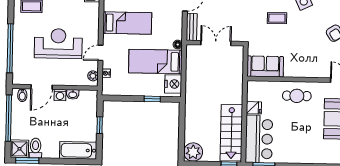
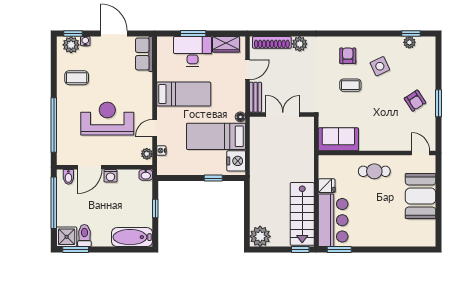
washbasin: (73, 94) -> (146, 175), moved

